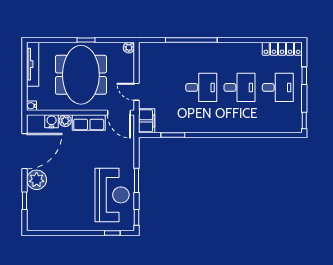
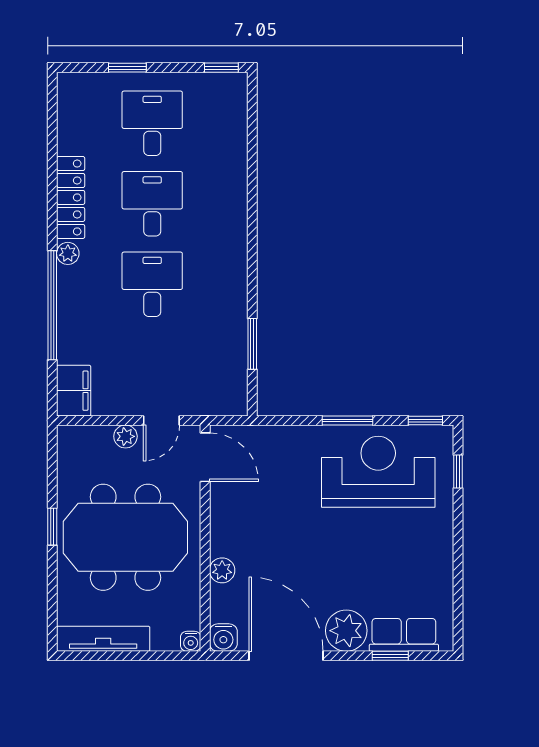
plant: (216, 47) -> (68, 253), added
plant: (129, 48) -> (125, 436), moved
locker: (282, 49) -> (71, 197), moved
door: (119, 113) -> (205, 457), hinge flipped
water cooler: (52, 121) -> (223, 638), moved, turned -90
filing cabinet: (147, 121) -> (74, 391), moved, turned 90
row of seats: (89, 123) -> (404, 635), moved, turned -90

